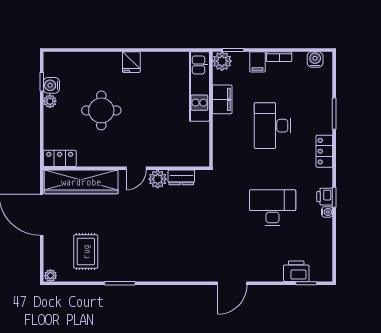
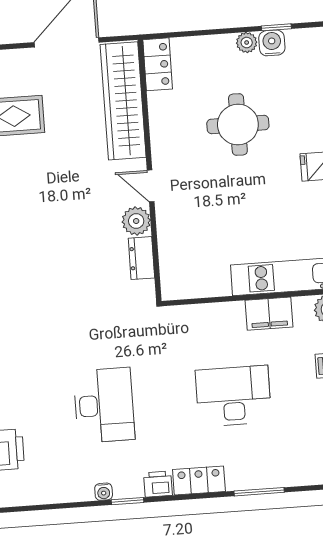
printer: (325, 197) -> (158, 484), moved

